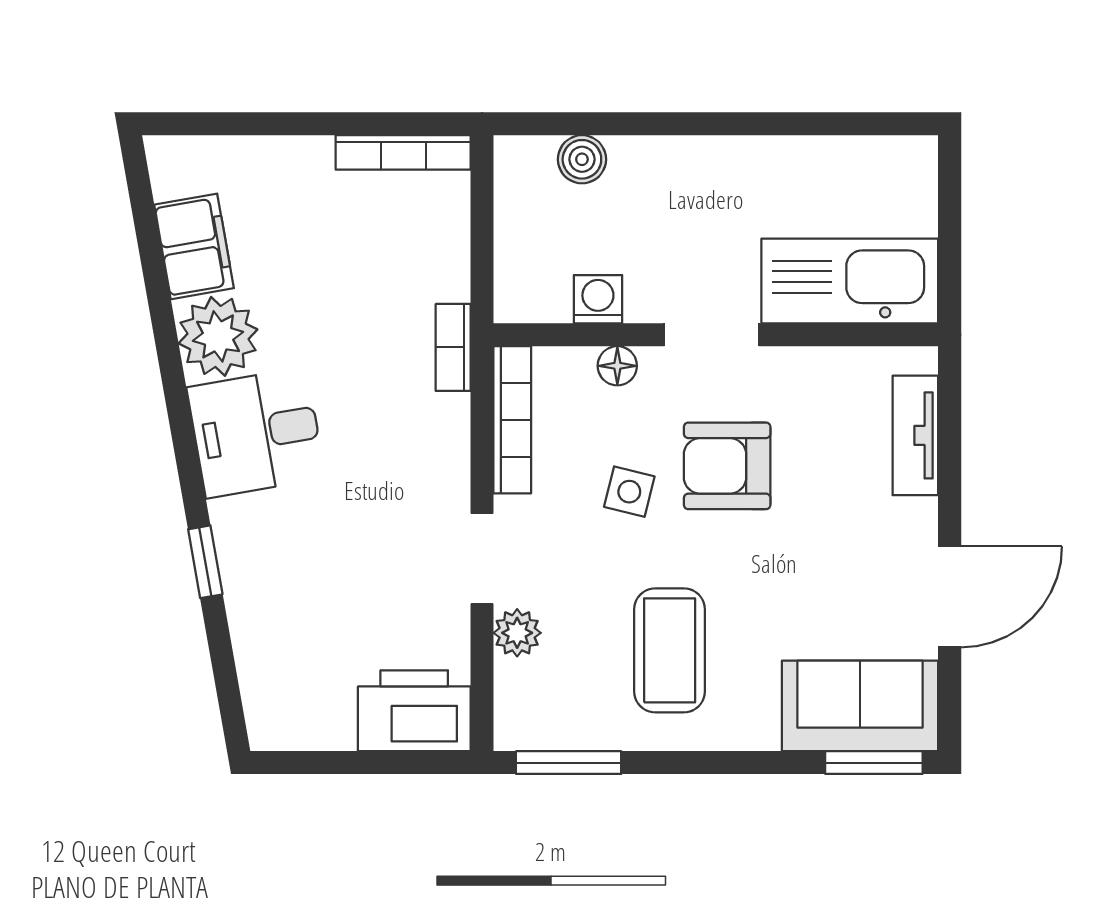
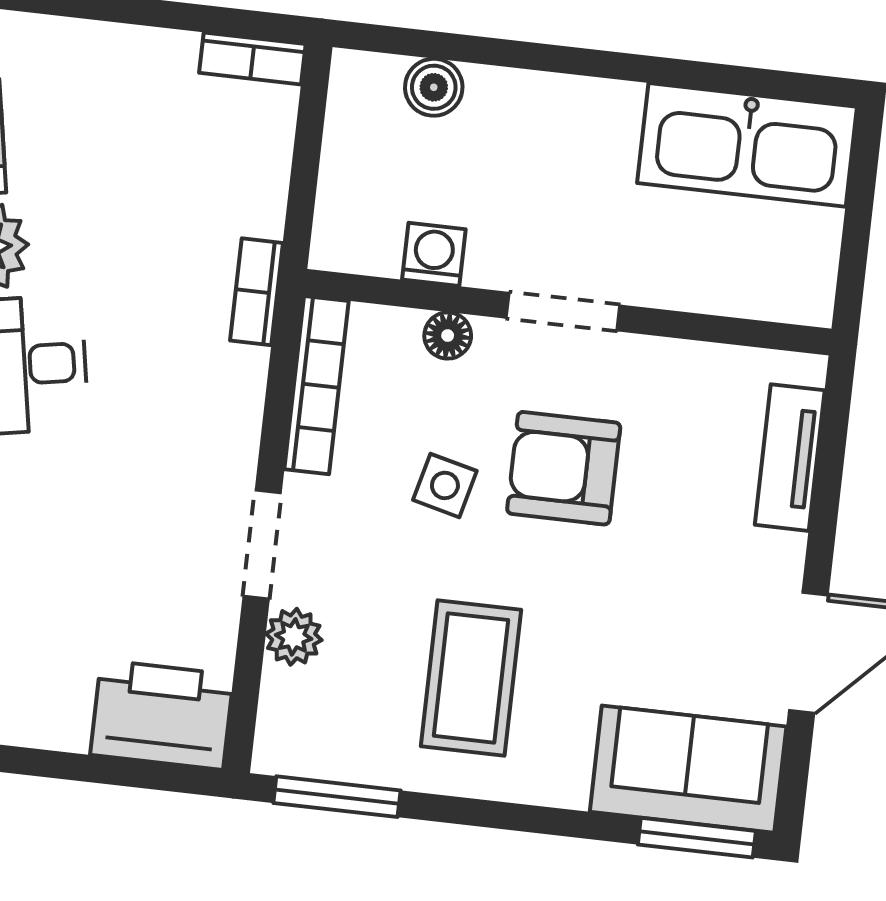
bookcase: (403, 152) -> (252, 58), width x0.64
kitchen sink: (850, 281) -> (747, 145), moved, turned 180

